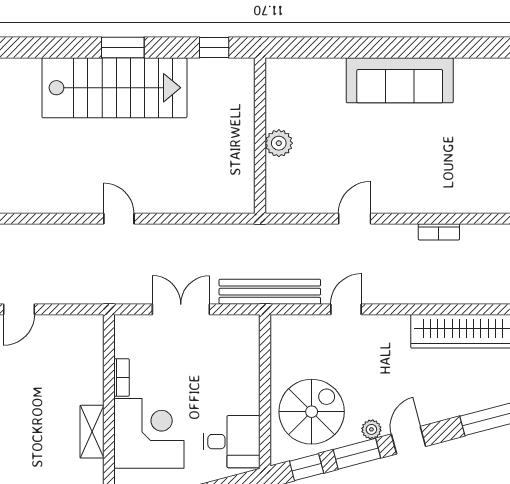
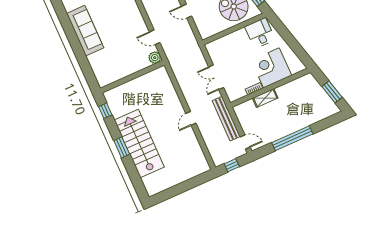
plant: (279, 143) -> (155, 58), moved
door: (355, 219) -> (155, 37), moved
bench: (270, 292) -> (226, 119), moved
shelving: (92, 432) -> (265, 98), moved

